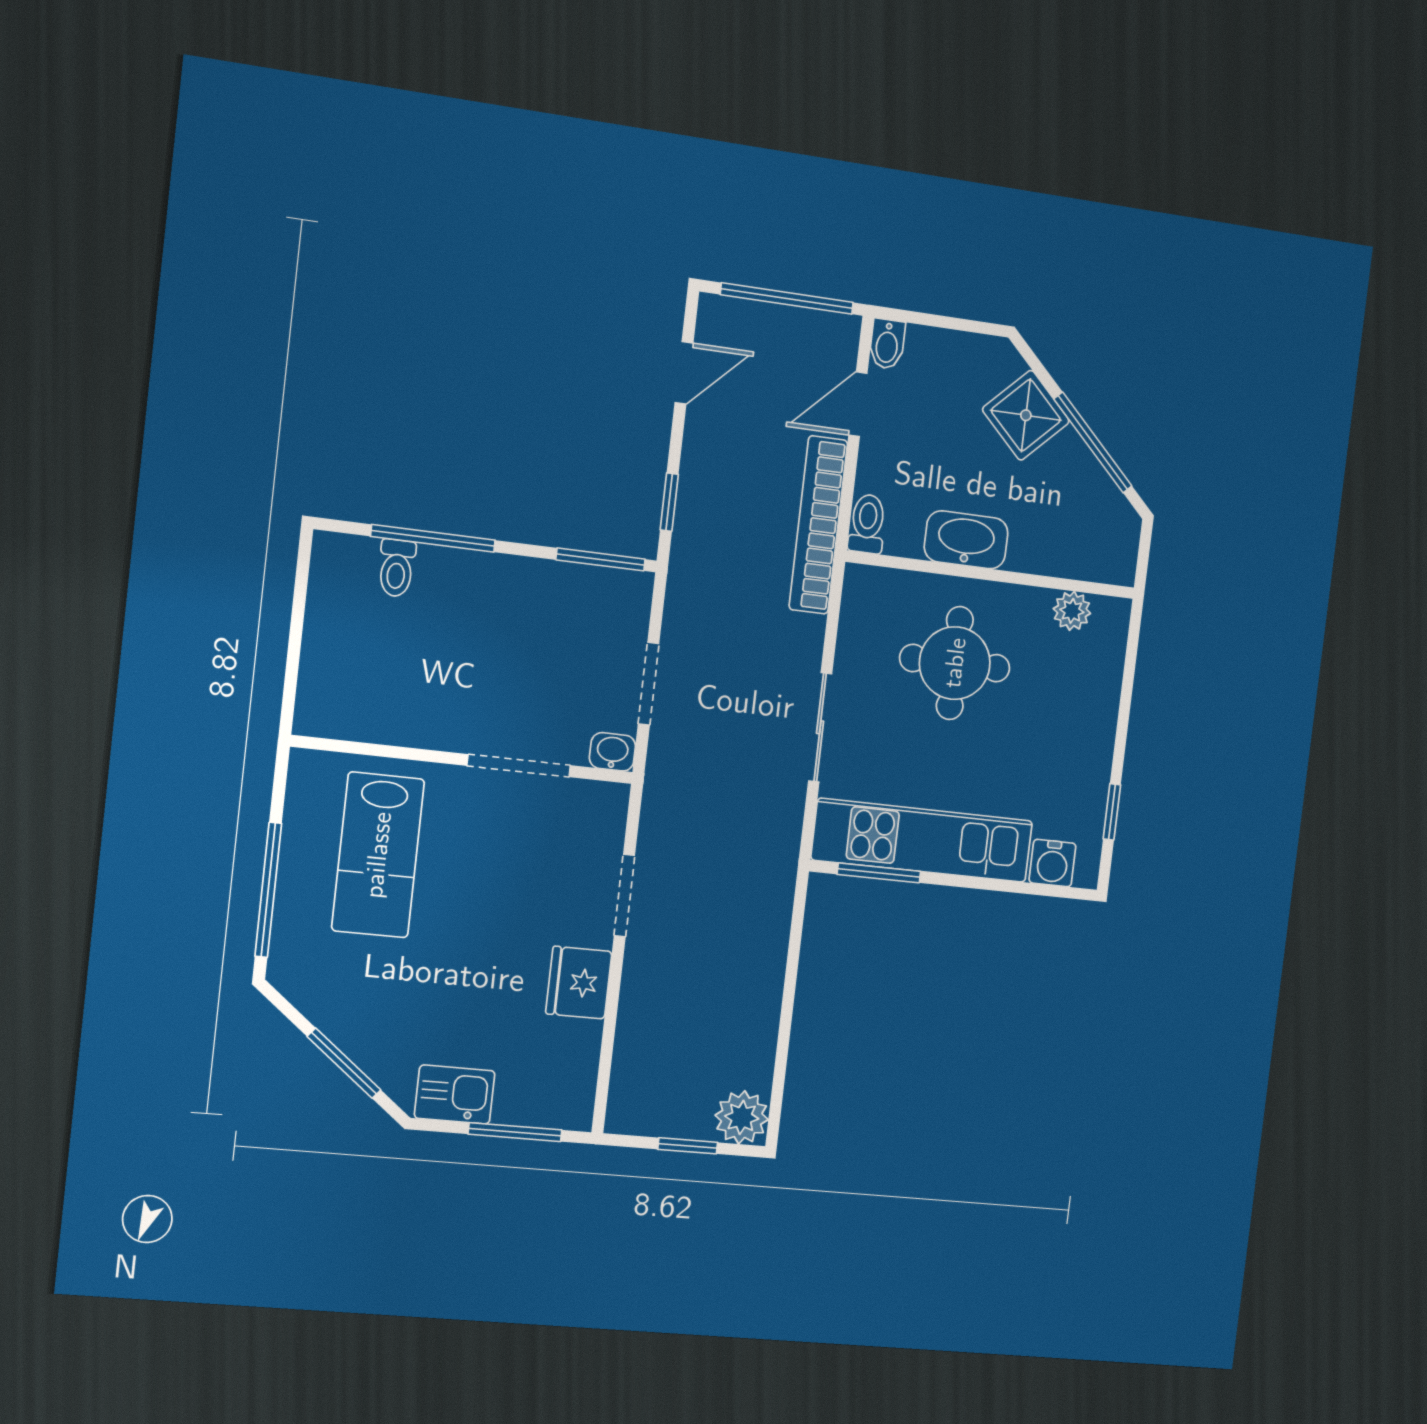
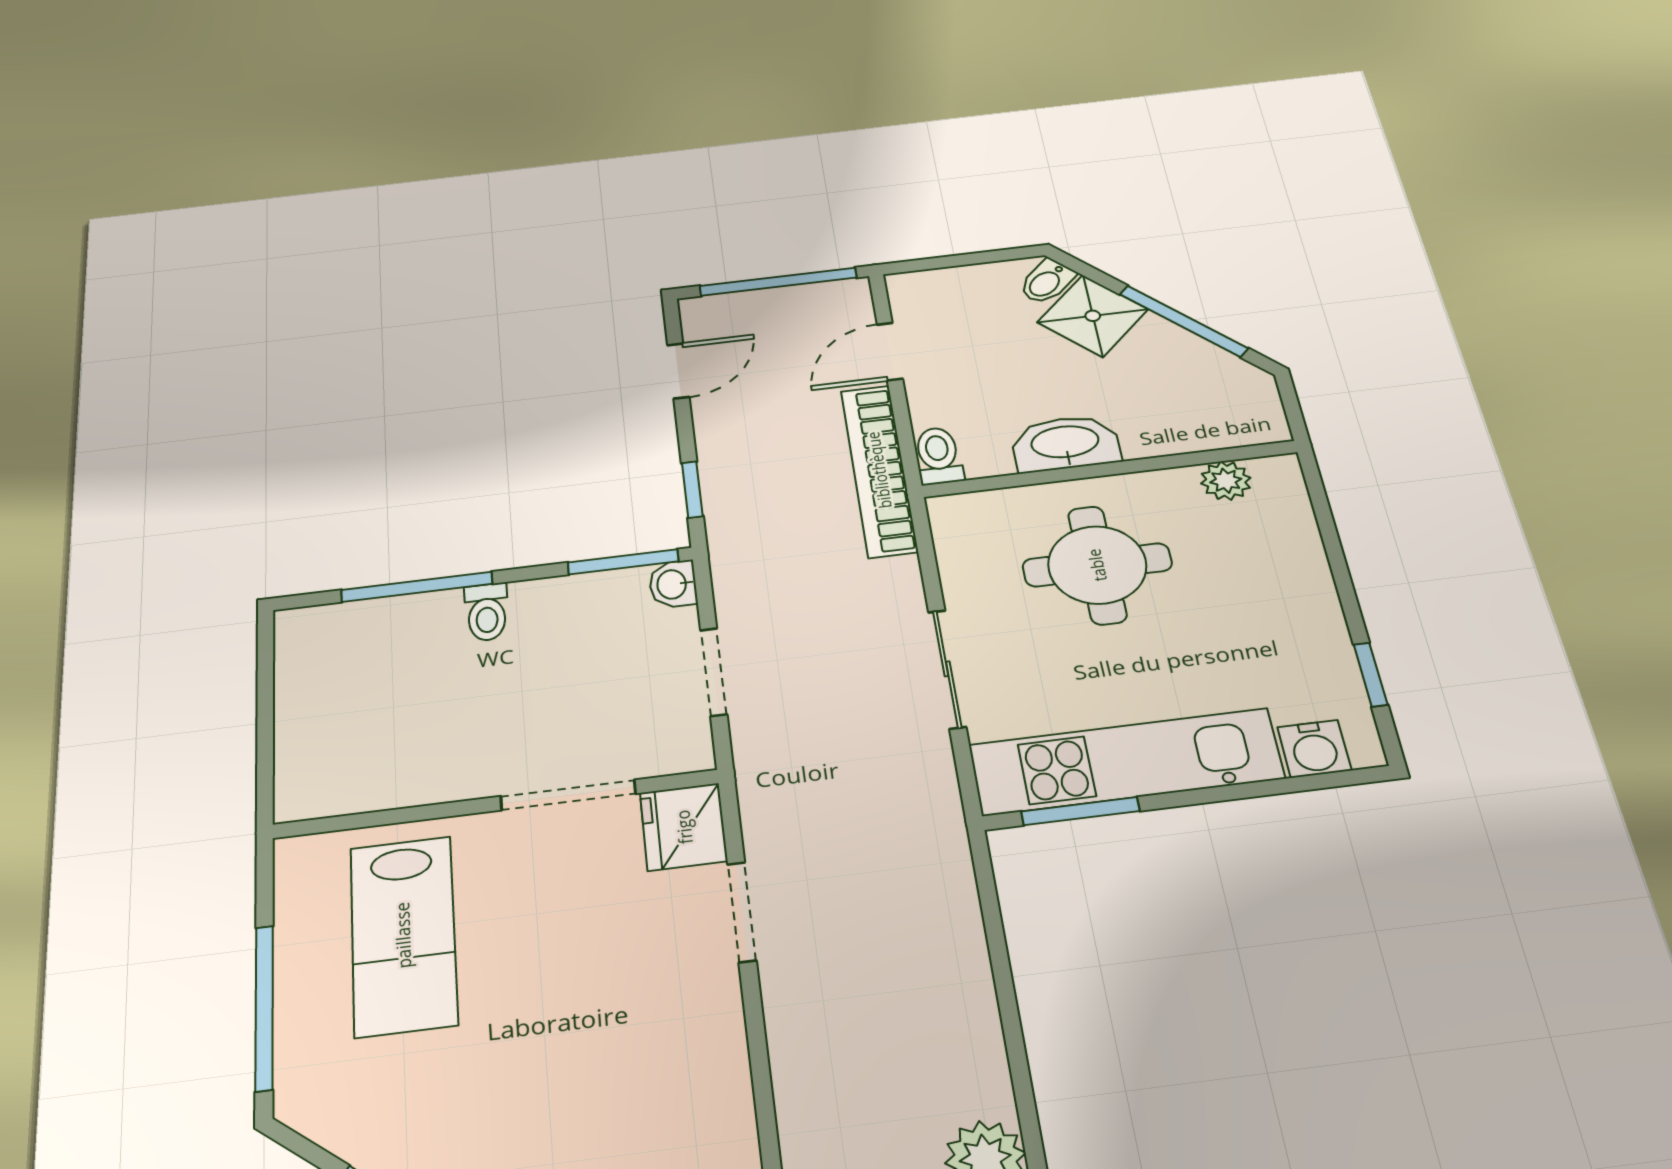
bidet: (887, 344) -> (1047, 282), moved, turned 45
toilet: (397, 568) -> (487, 612), moved
washbasin: (612, 752) -> (673, 584), moved, turned -90
fridge: (579, 983) -> (684, 827), moved

